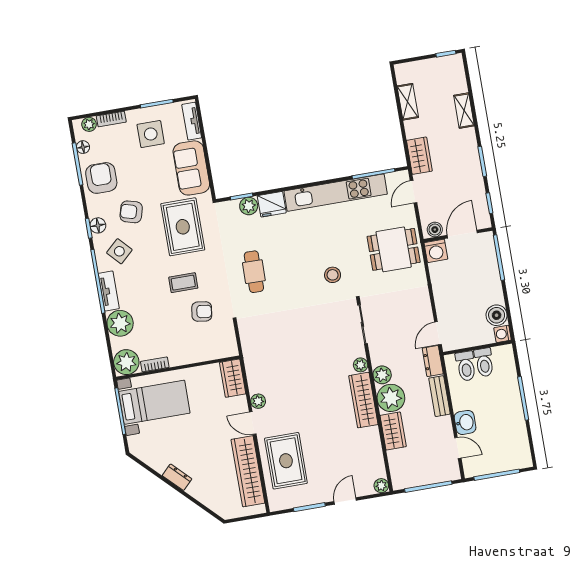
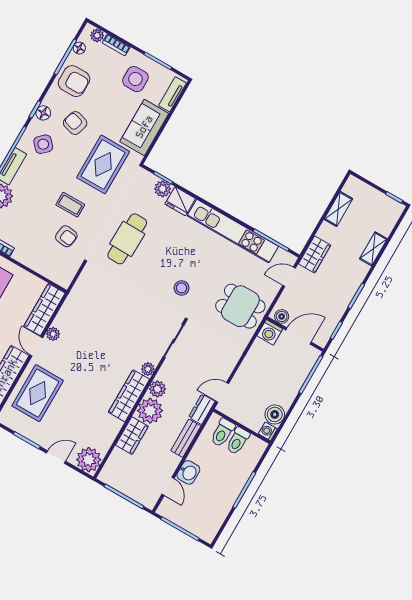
armchair: (101, 178) -> (74, 81), turned 90
cafe table: (254, 272) -> (127, 239), width x1.37, depth x1.35
wardrobe: (233, 378) -> (44, 310), width x1.50
plant: (381, 486) -> (89, 460), width x1.87, depth x1.87

